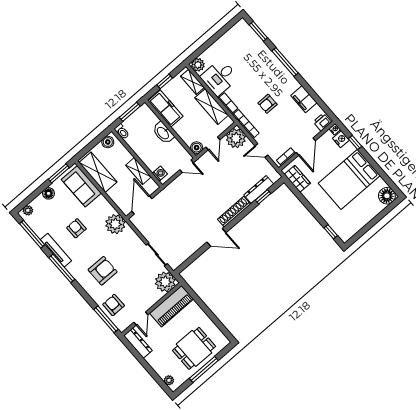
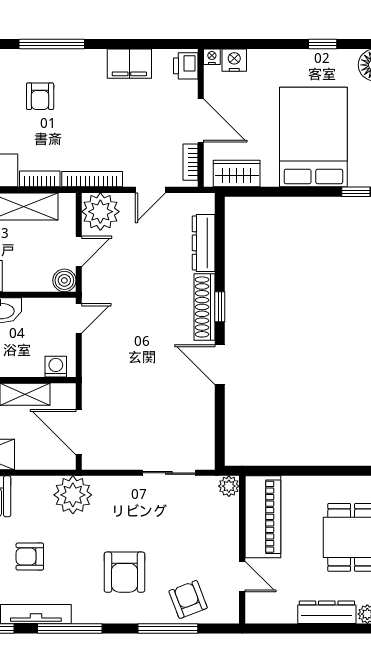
armchair: (267, 104) -> (40, 96), moved
door: (213, 143) -> (79, 251), hinge flipped
window: (355, 143) -> (323, 44), moved
bed: (349, 179) -> (313, 137), moved, turned 180
window: (263, 197) -> (220, 307), moved
door: (216, 237) -> (220, 365), swing flipped
armchair: (103, 271) -> (124, 572), turned 180
plant: (165, 282) -> (229, 486), width x0.53, depth x0.53
armchair: (114, 305) -> (188, 599), turned 69
window: (106, 319) -> (168, 628), moved
dresser: (138, 343) -> (327, 612), moved

